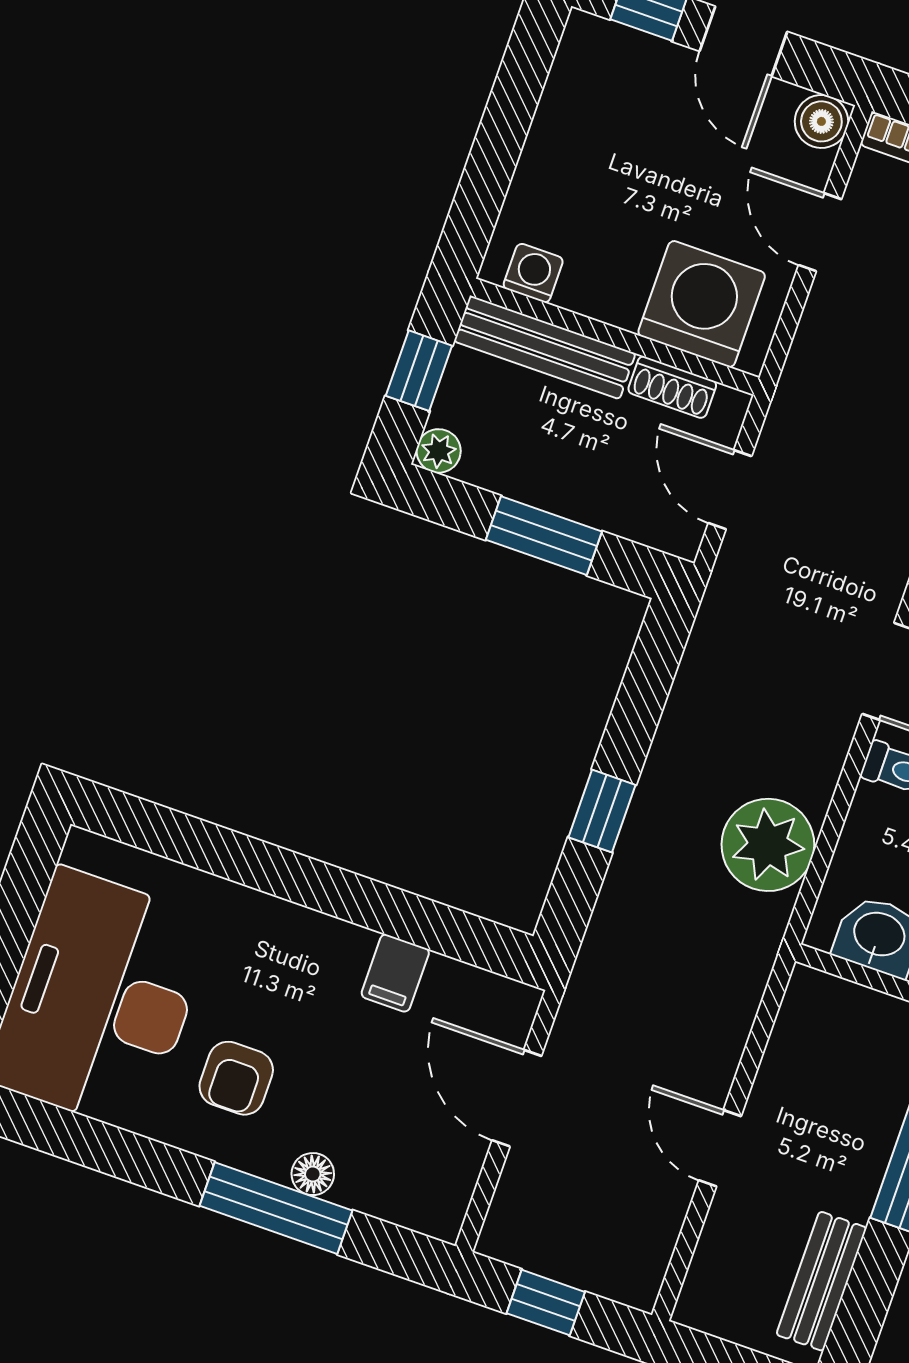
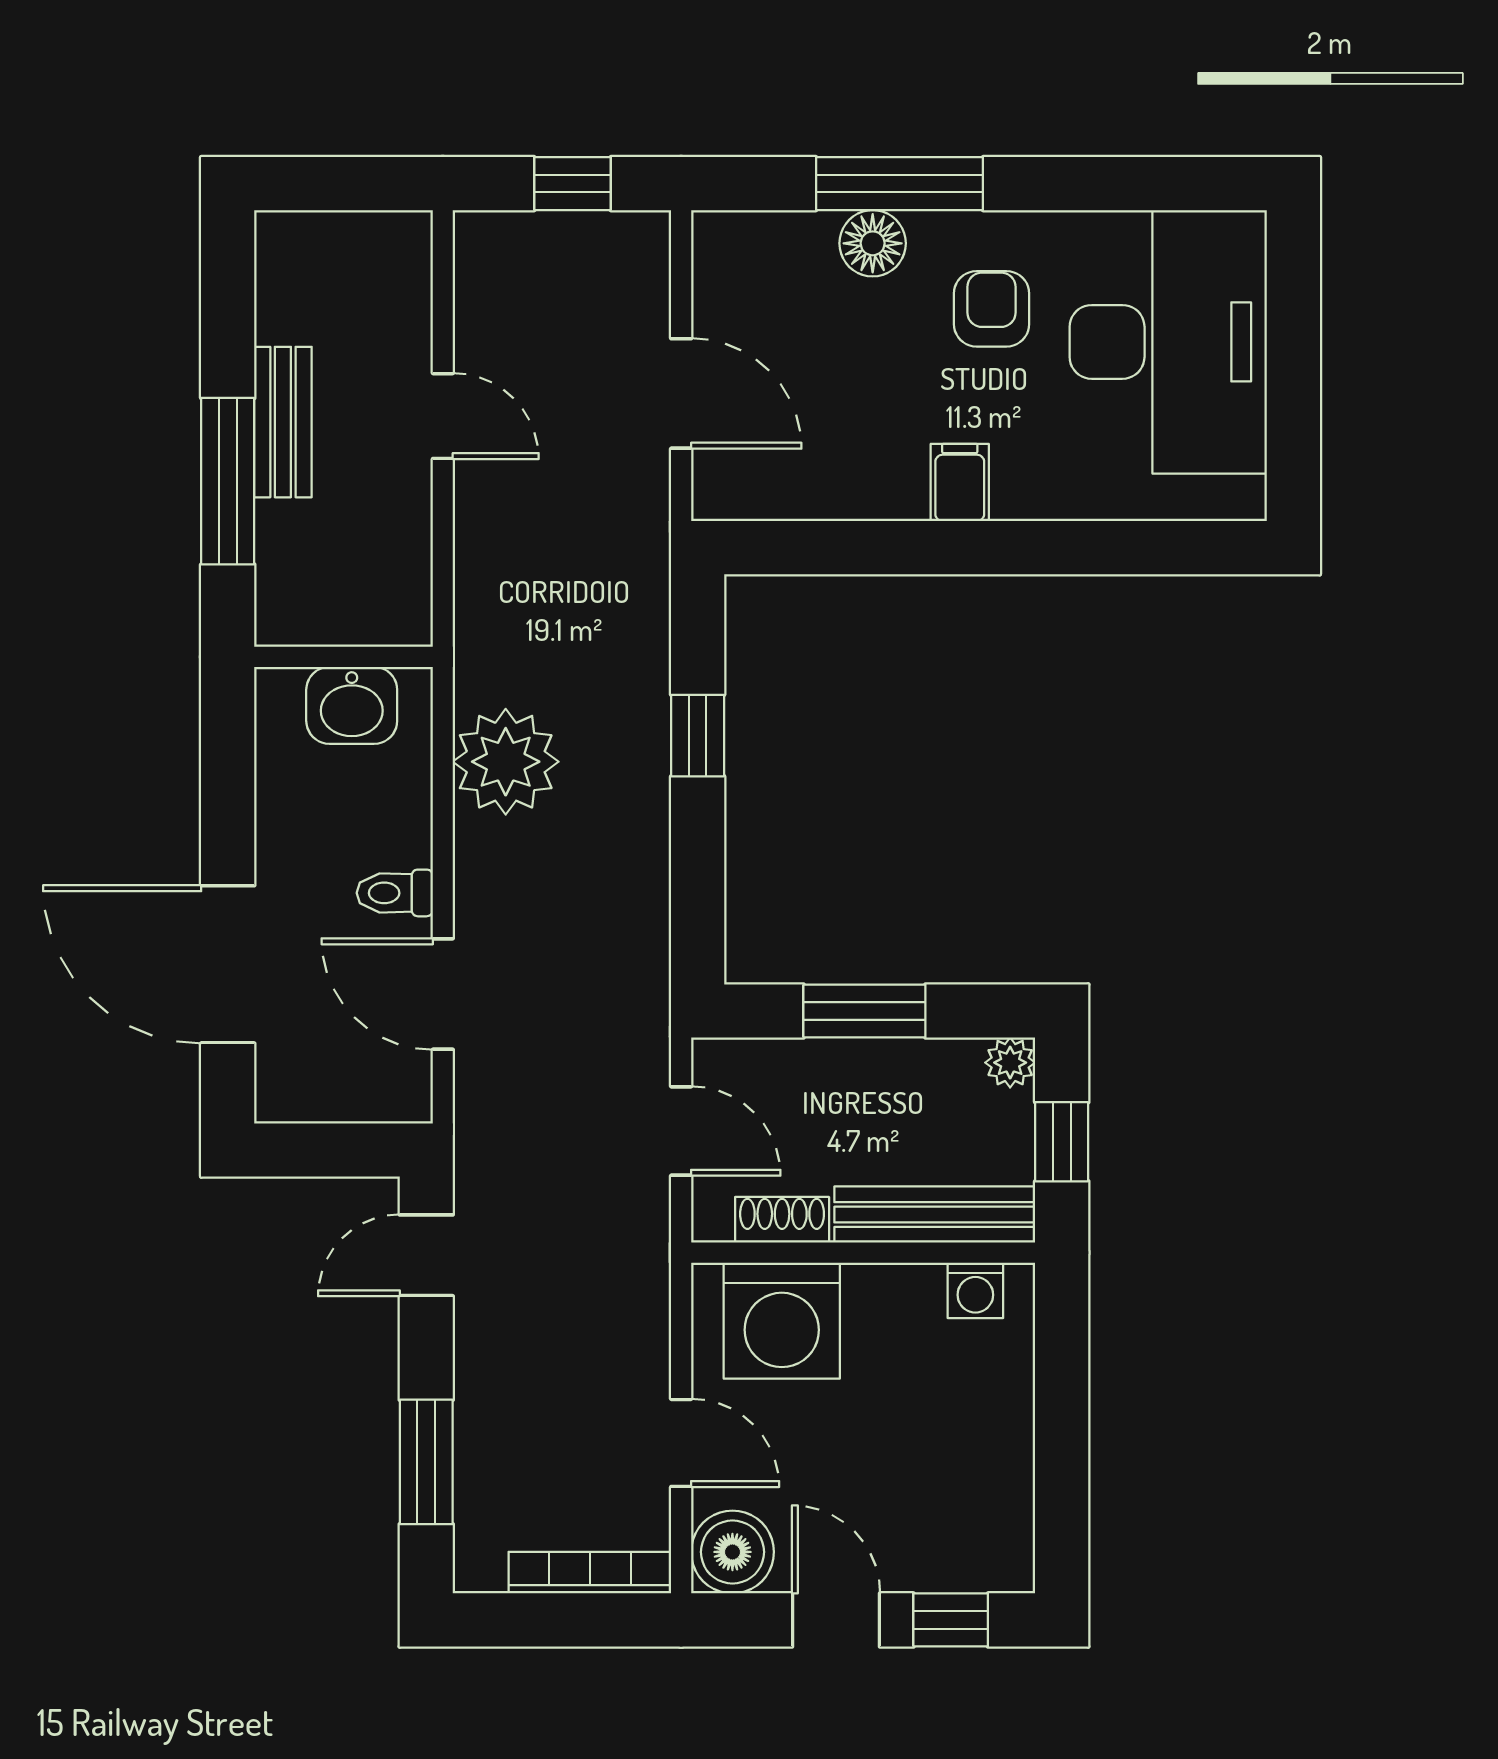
boiler: (821, 121) -> (732, 1552), width x1.36, depth x1.36
filing cabinet: (395, 973) -> (960, 483), moved
floor lamp: (313, 1174) -> (873, 243), width x1.37, depth x1.37
bench: (821, 1281) -> (283, 422), moved

